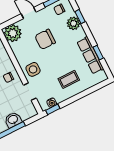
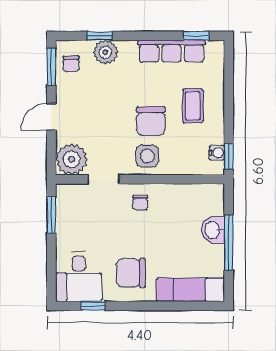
chair: (45, 39) -> (151, 121), moved
window: (98, 53) -> (196, 36), moved
doorway: (30, 92) -> (103, 179), moved

